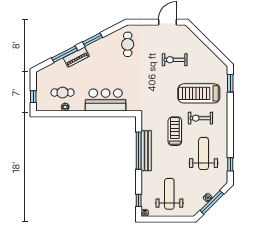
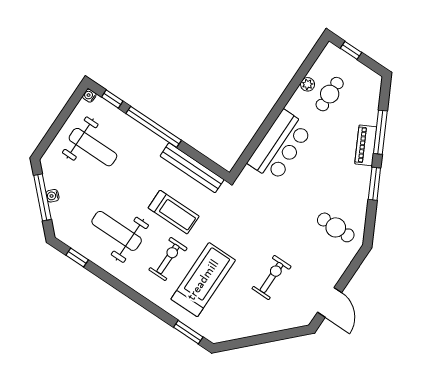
window: (139, 151) -> (154, 127), moved
bench: (146, 151) -> (192, 168), moved
weight bench: (204, 154) -> (117, 231), turned 180

